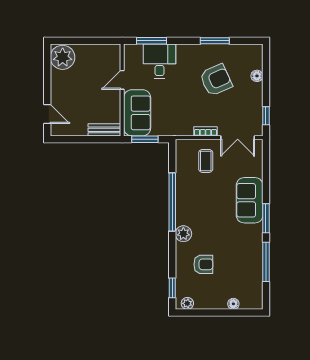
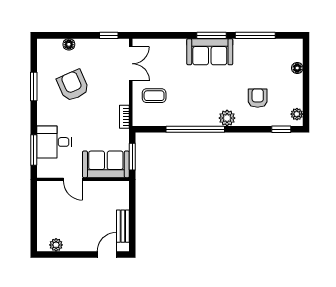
plant: (63, 57) -> (56, 245), width x0.53, depth x0.53
bench: (104, 130) -> (123, 226), moved
bookcase: (205, 131) -> (124, 117), moved
sofa: (250, 200) -> (210, 52), moved

